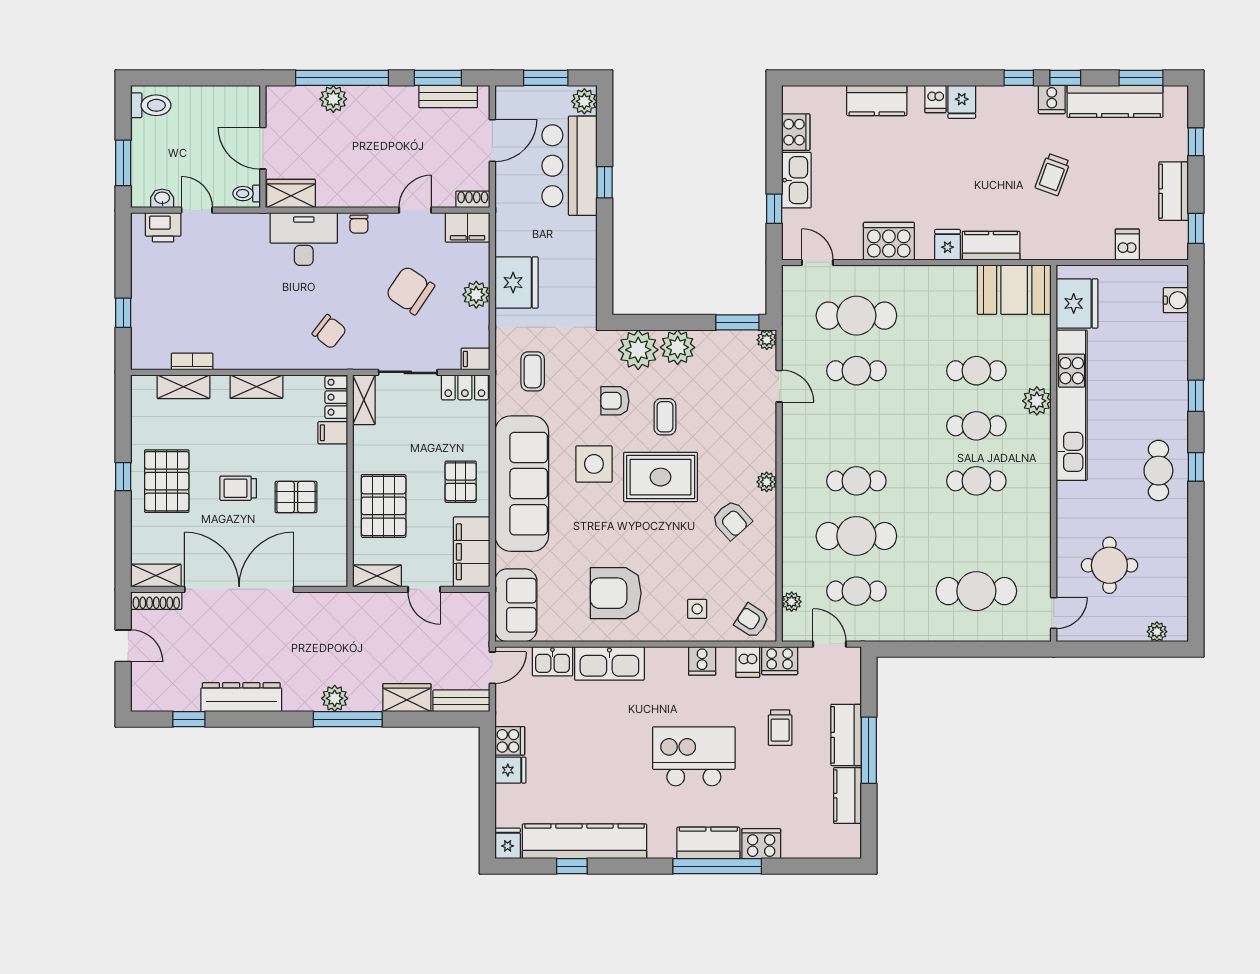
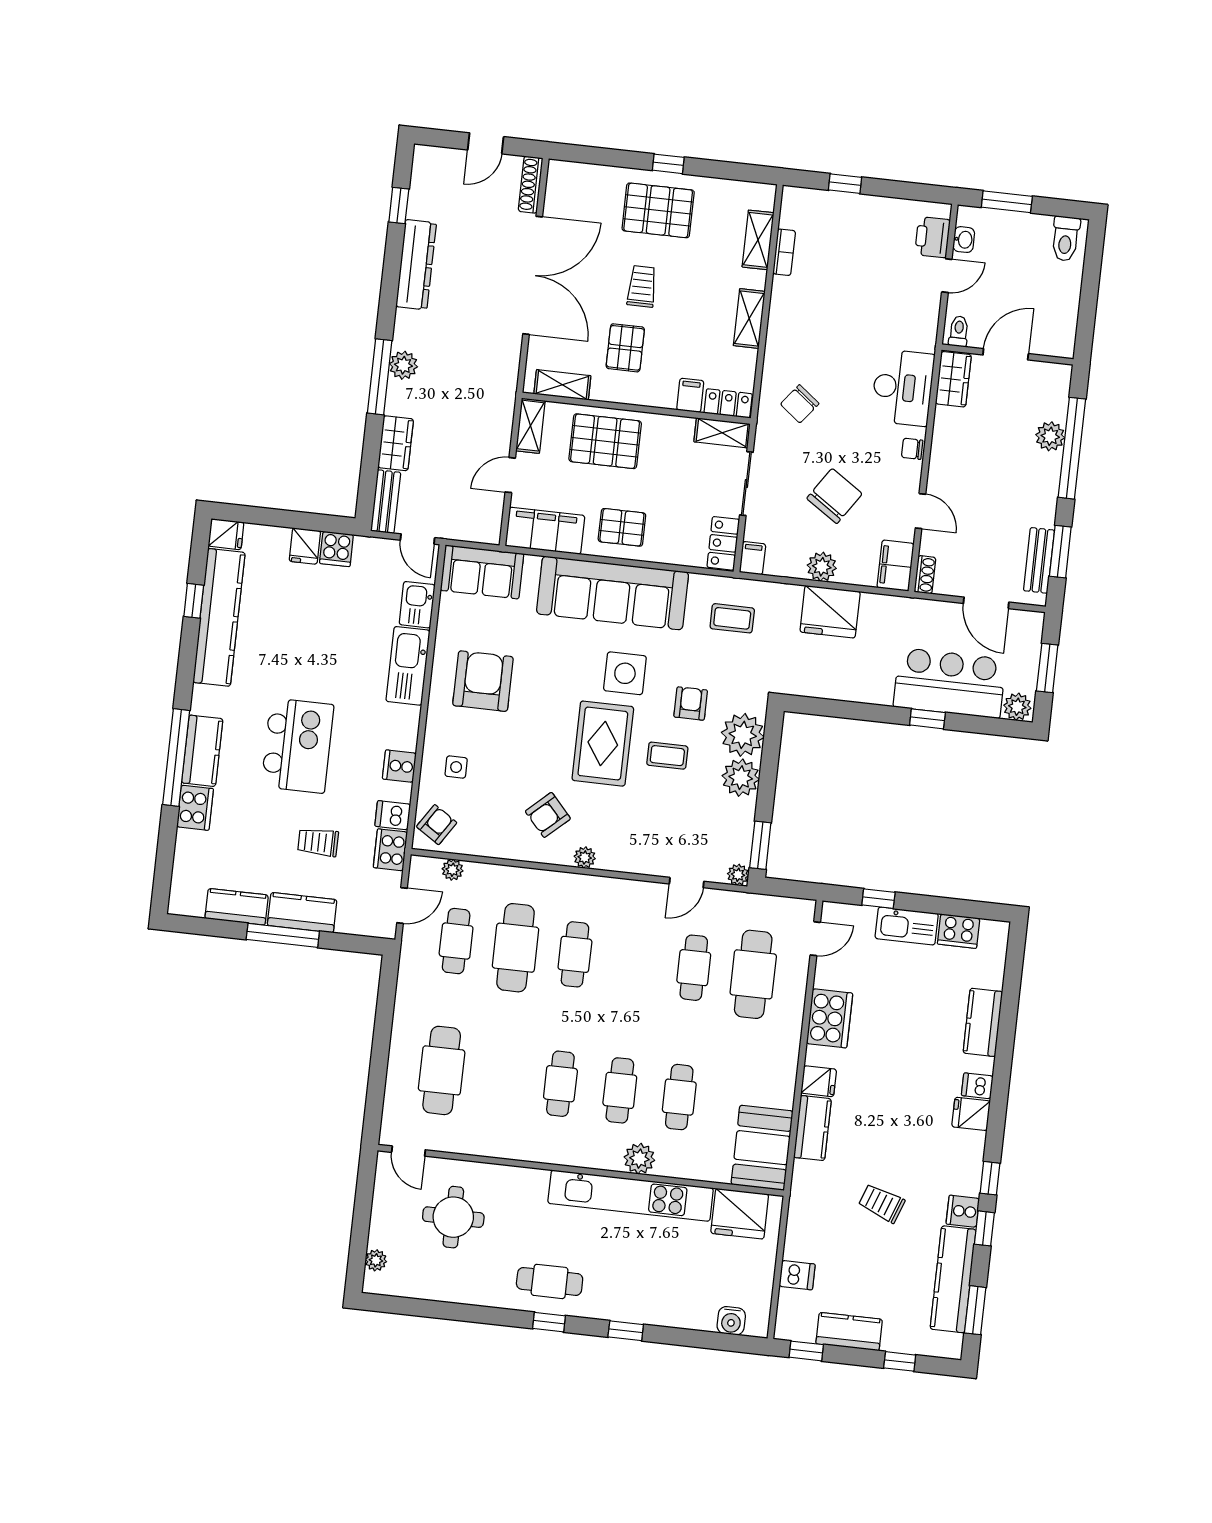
shelving: (156, 575) -> (562, 385), moved, turned 90

